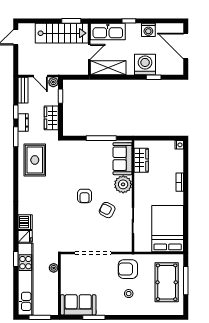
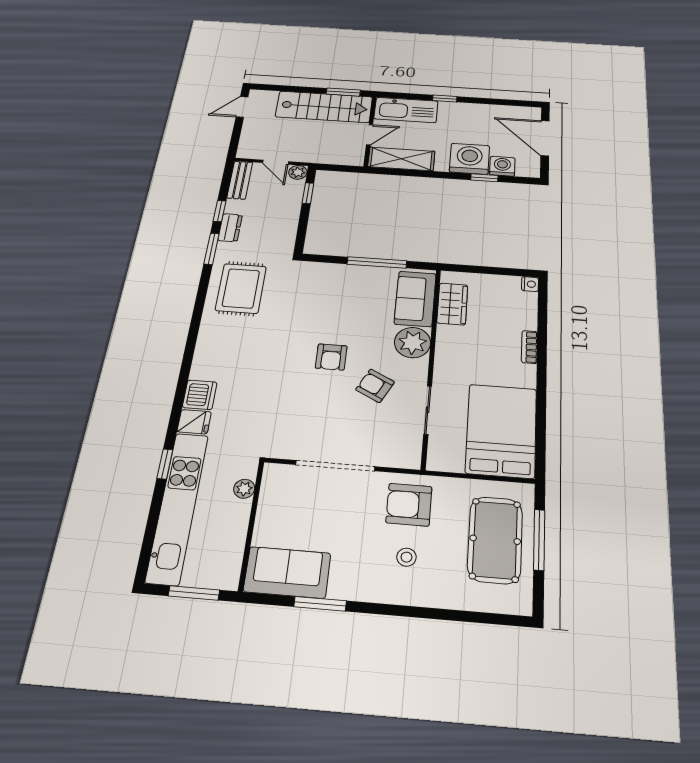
washing machine: (148, 30) -> (502, 166), moved, turned 180
wardrobe: (51, 118) -> (285, 224), removed

